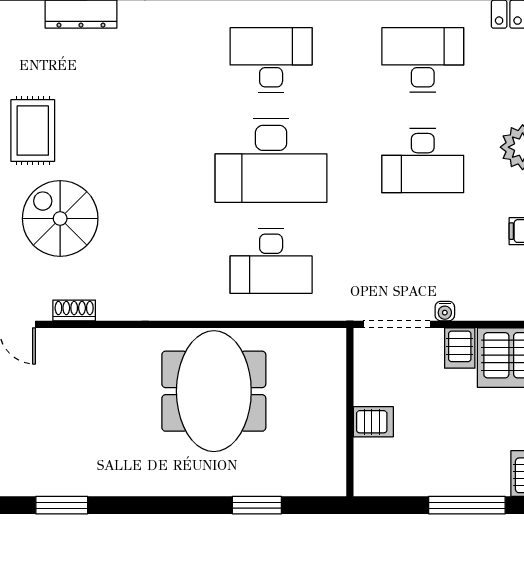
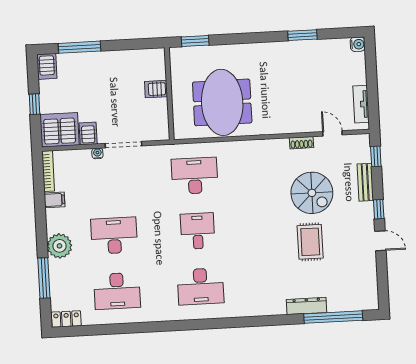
rug: (33, 131) -> (310, 242), moved
desk: (271, 160) -> (198, 231), width x0.53, depth x0.77
wall: (350, 412) -> (169, 94), moved
server rack: (373, 422) -> (156, 89), moved

